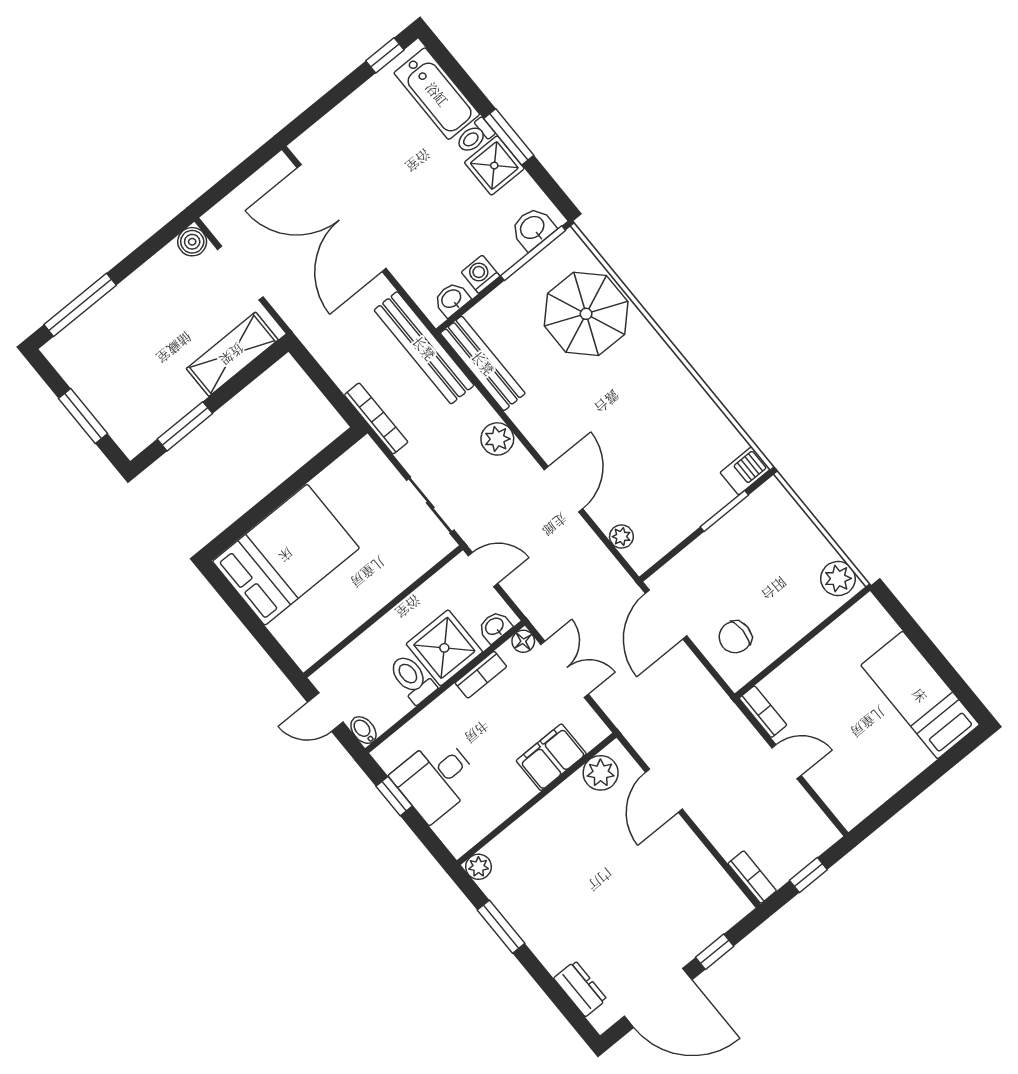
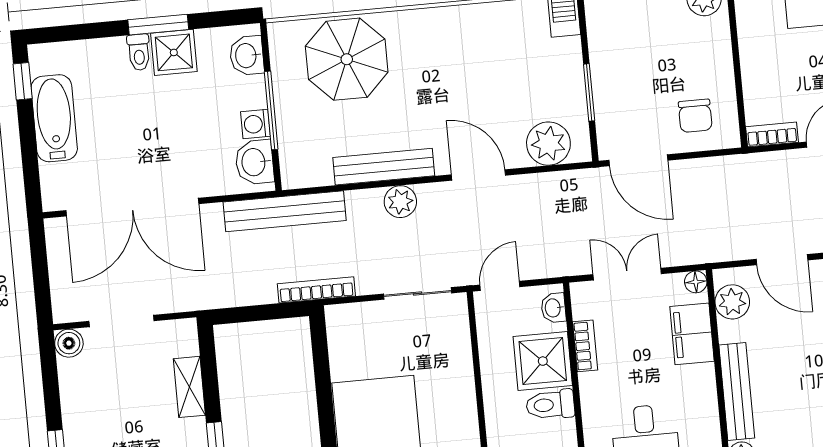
bathtub: (437, 94) -> (54, 118), moved, turned -90
window: (533, 253) -> (271, 110), moved
washbasin: (452, 299) -> (255, 162), width x1.38, depth x1.45
shelving: (232, 354) -> (189, 387), width x0.67, depth x0.75
bench: (483, 363) -> (384, 167), moved
window: (724, 511) -> (589, 92), moved
plant: (621, 537) -> (548, 144), width x1.88, depth x1.88
floor lamp: (523, 641) -> (696, 282), moved
bench: (528, 827) -> (737, 391), added

